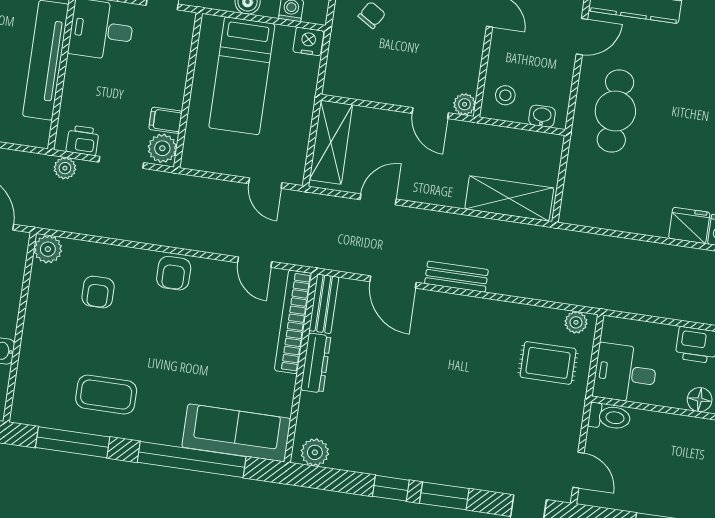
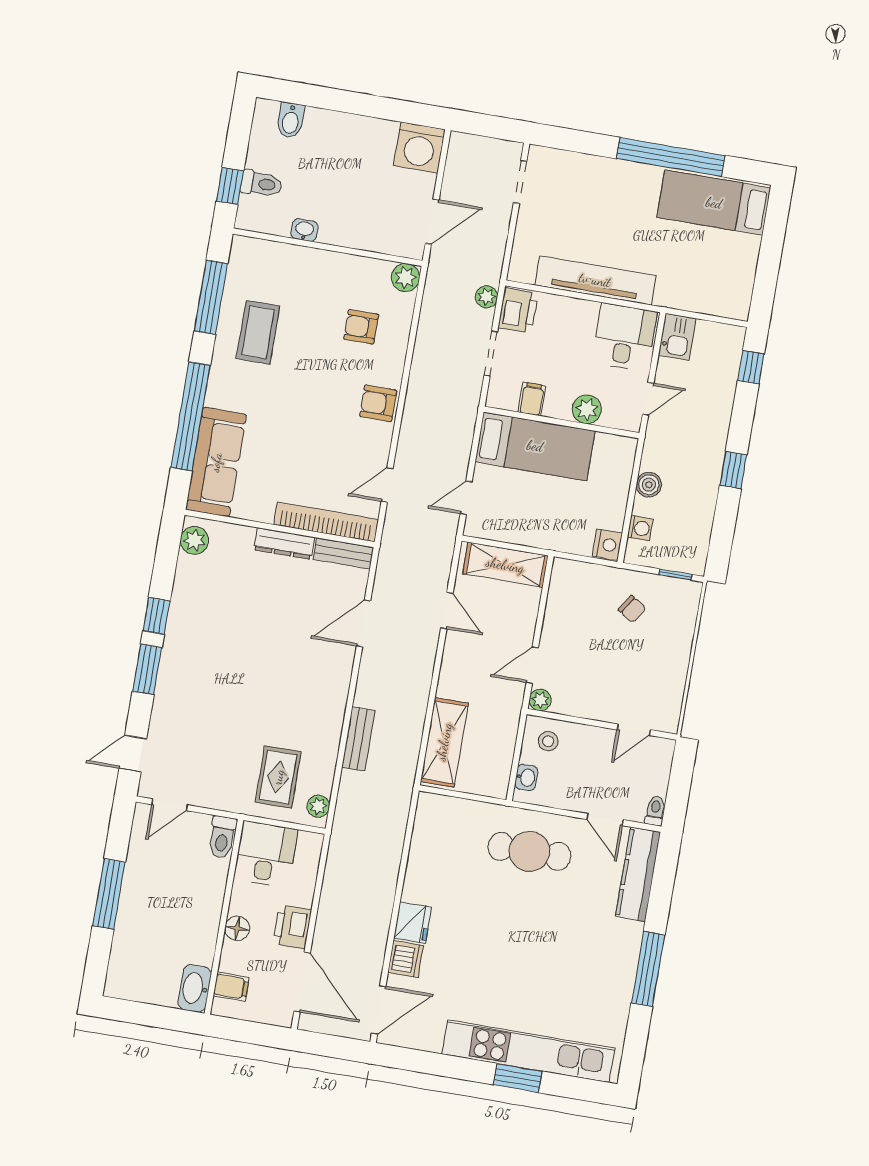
bed: (242, 76) -> (535, 446), moved, turned 180
printer: (83, 140) -> (518, 310), width x1.36, depth x1.24
plant: (162, 148) -> (587, 409), moved
bench: (456, 277) -> (358, 739), moved

